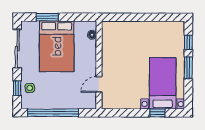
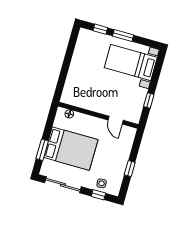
window: (53, 113) -> (130, 169), width x0.32
window: (157, 113) -> (149, 100), moved

